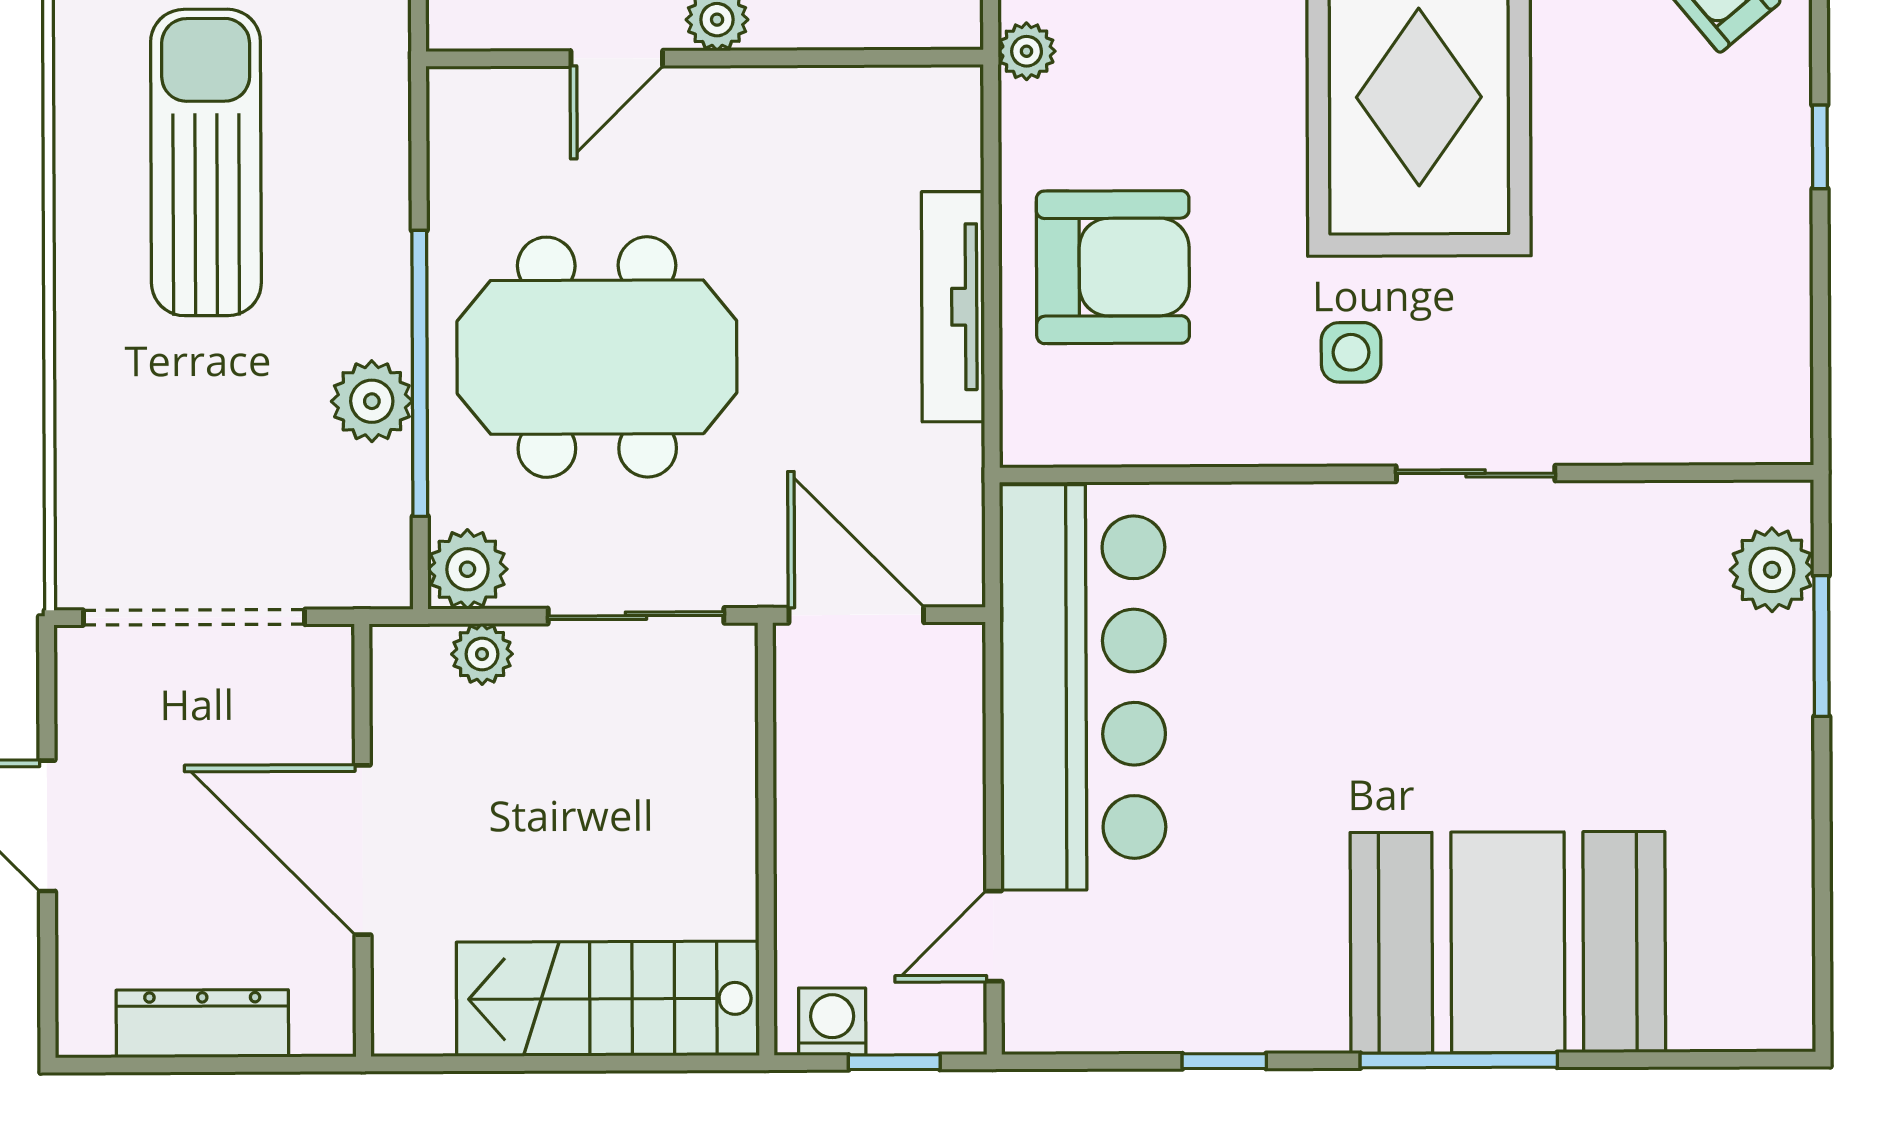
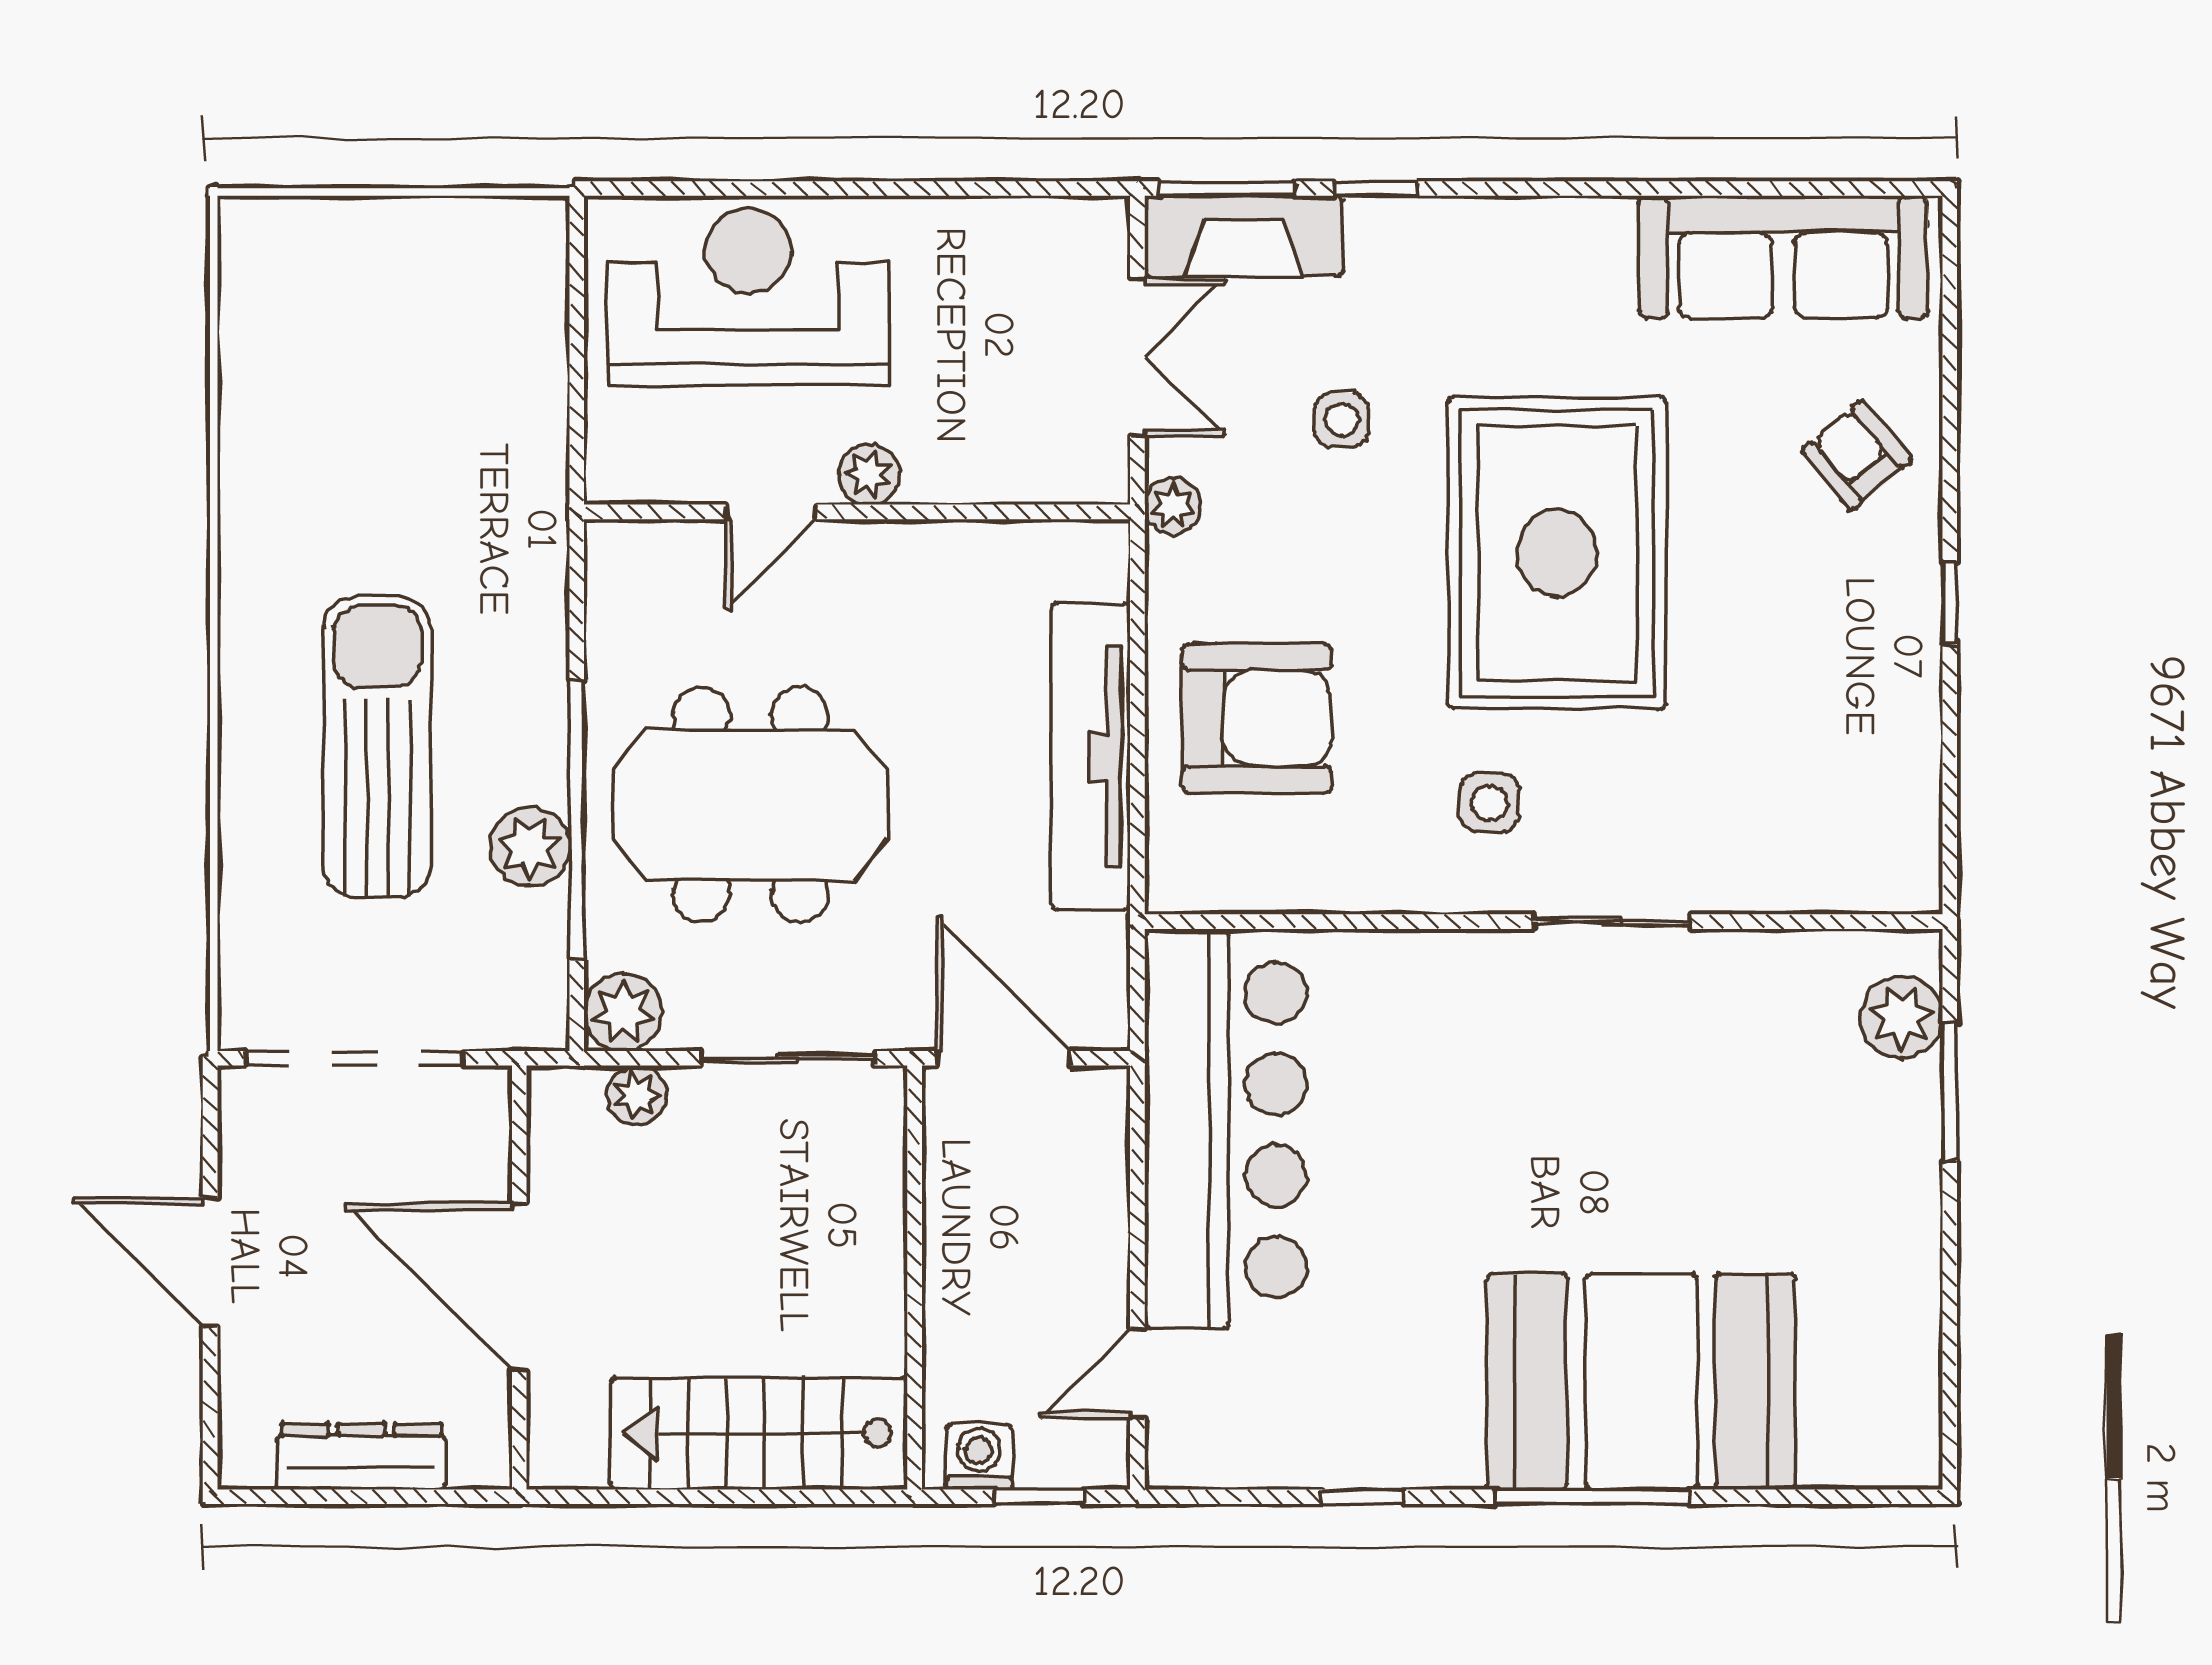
sun lounger: (206, 162) -> (377, 747), moved
tv unit: (953, 307) -> (1091, 757), width x1.36, depth x1.29

